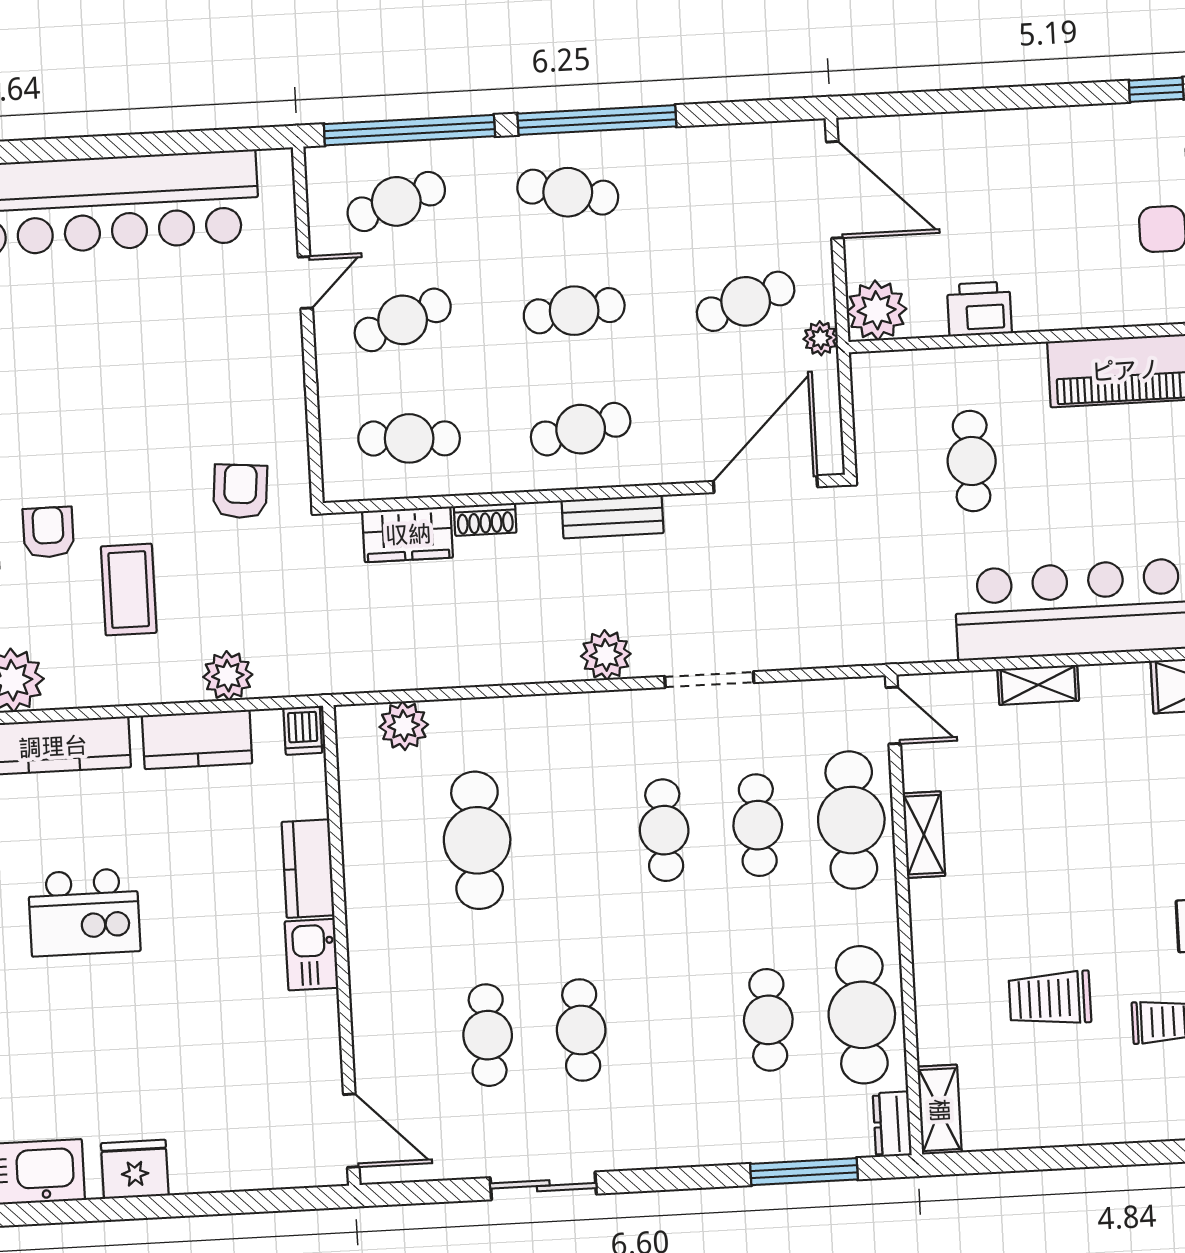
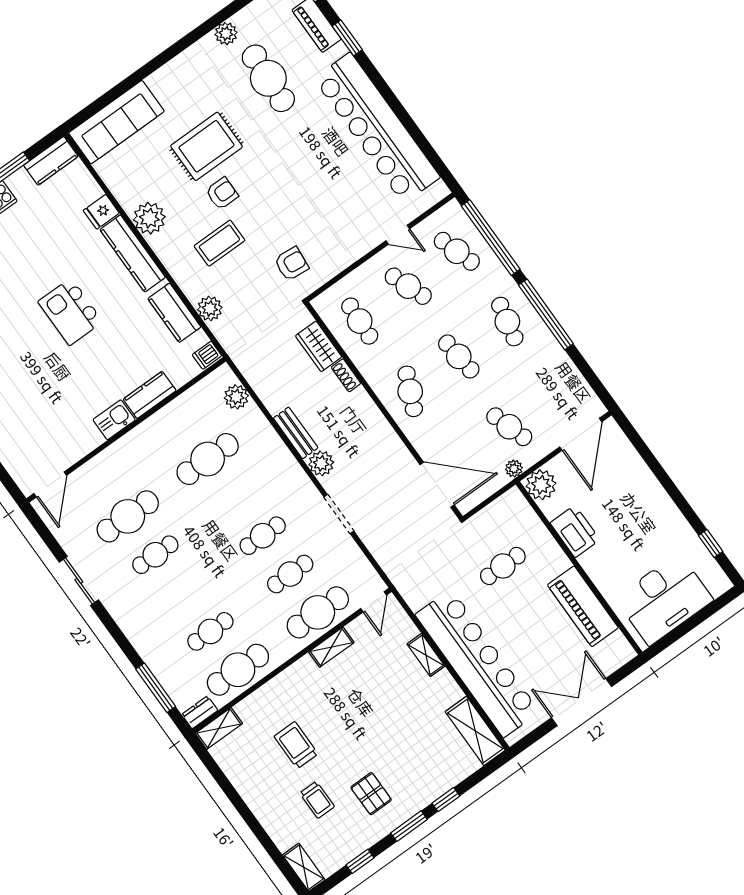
printer: (979, 309) -> (575, 531), width x1.37, depth x1.19
cafe table: (581, 429) -> (410, 391), turned 36
bench: (613, 517) -> (296, 433), moved
cafe table: (488, 1035) -> (128, 516), width x1.37, depth x1.35

